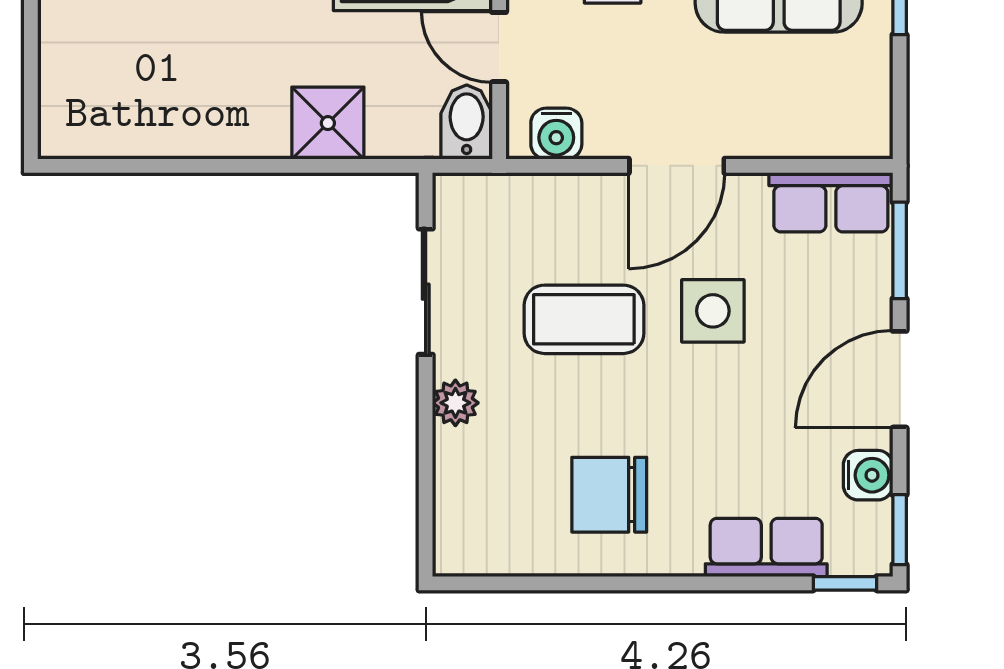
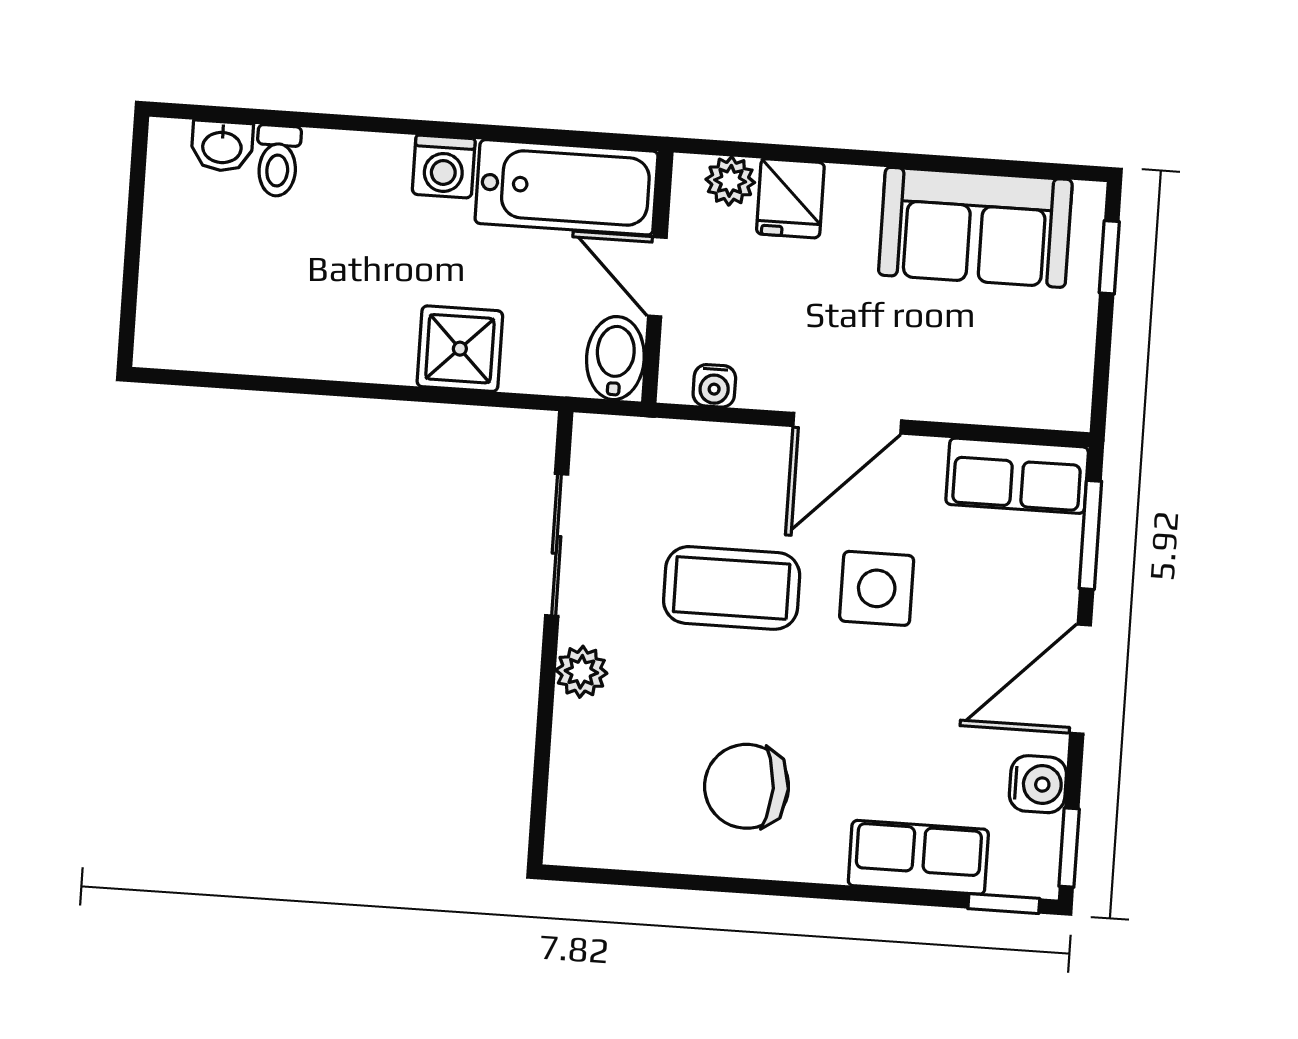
water cooler: (556, 134) -> (714, 386), width x0.72, depth x0.72

